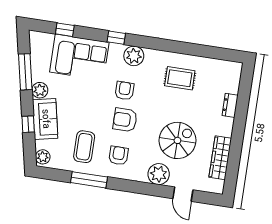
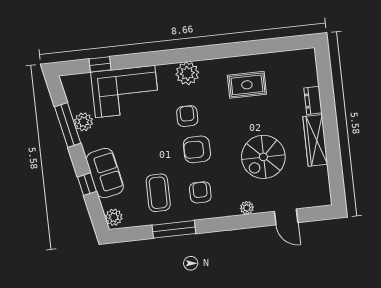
window: (116, 38) -> (161, 58), removed
plant: (40, 90) -> (83, 122), moved
spiral stairs: (177, 140) -> (263, 157), turned 180
wardrobe: (220, 158) -> (315, 140), moved
plant: (159, 174) -> (247, 208), width x0.53, depth x0.53

